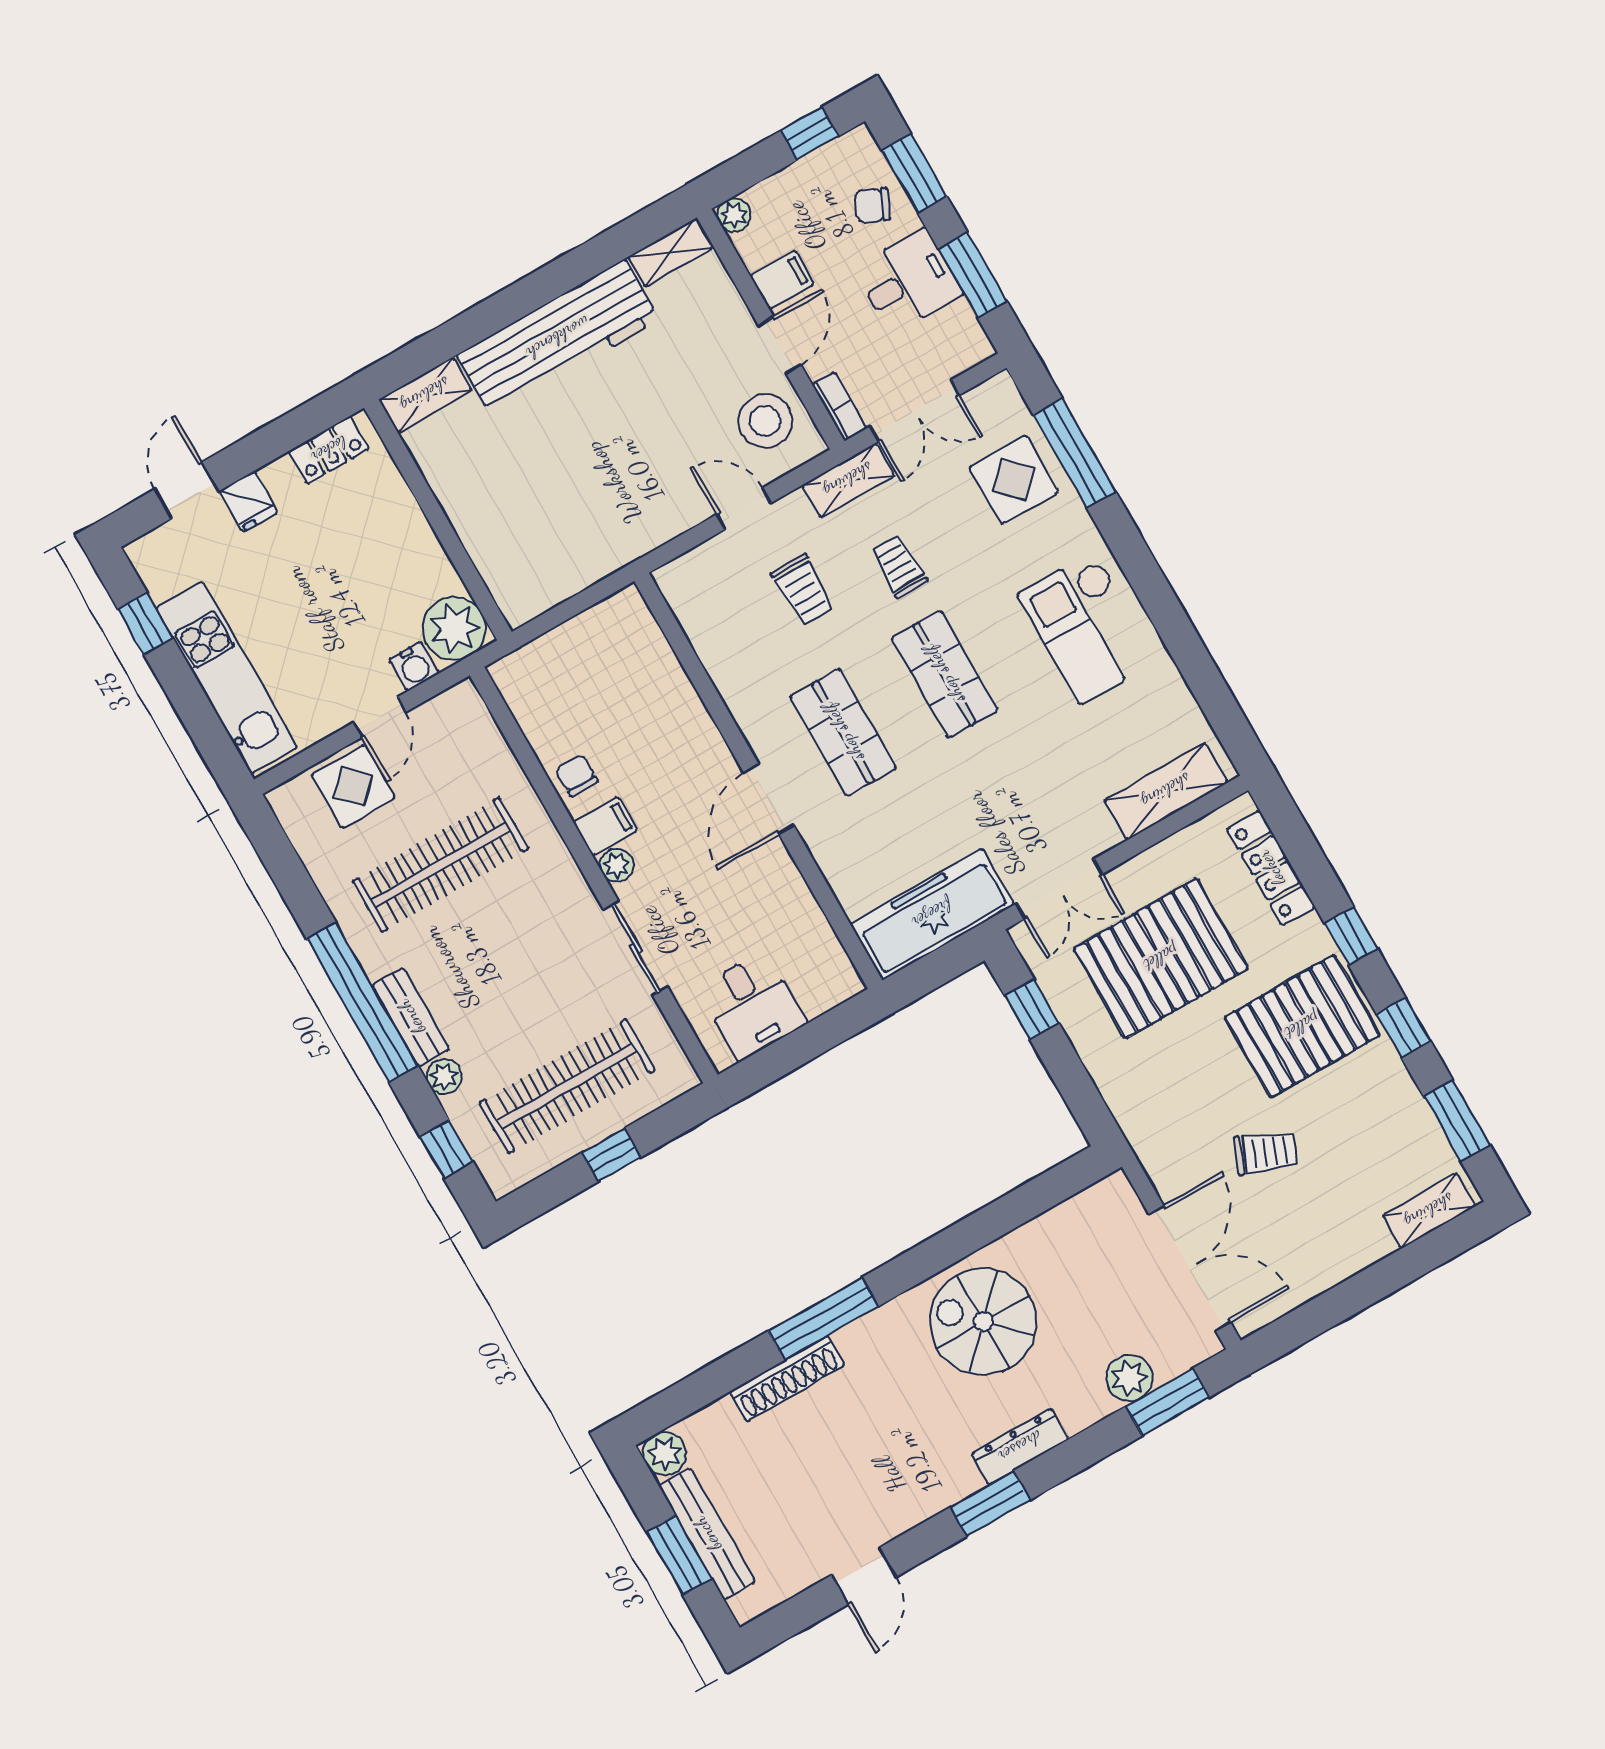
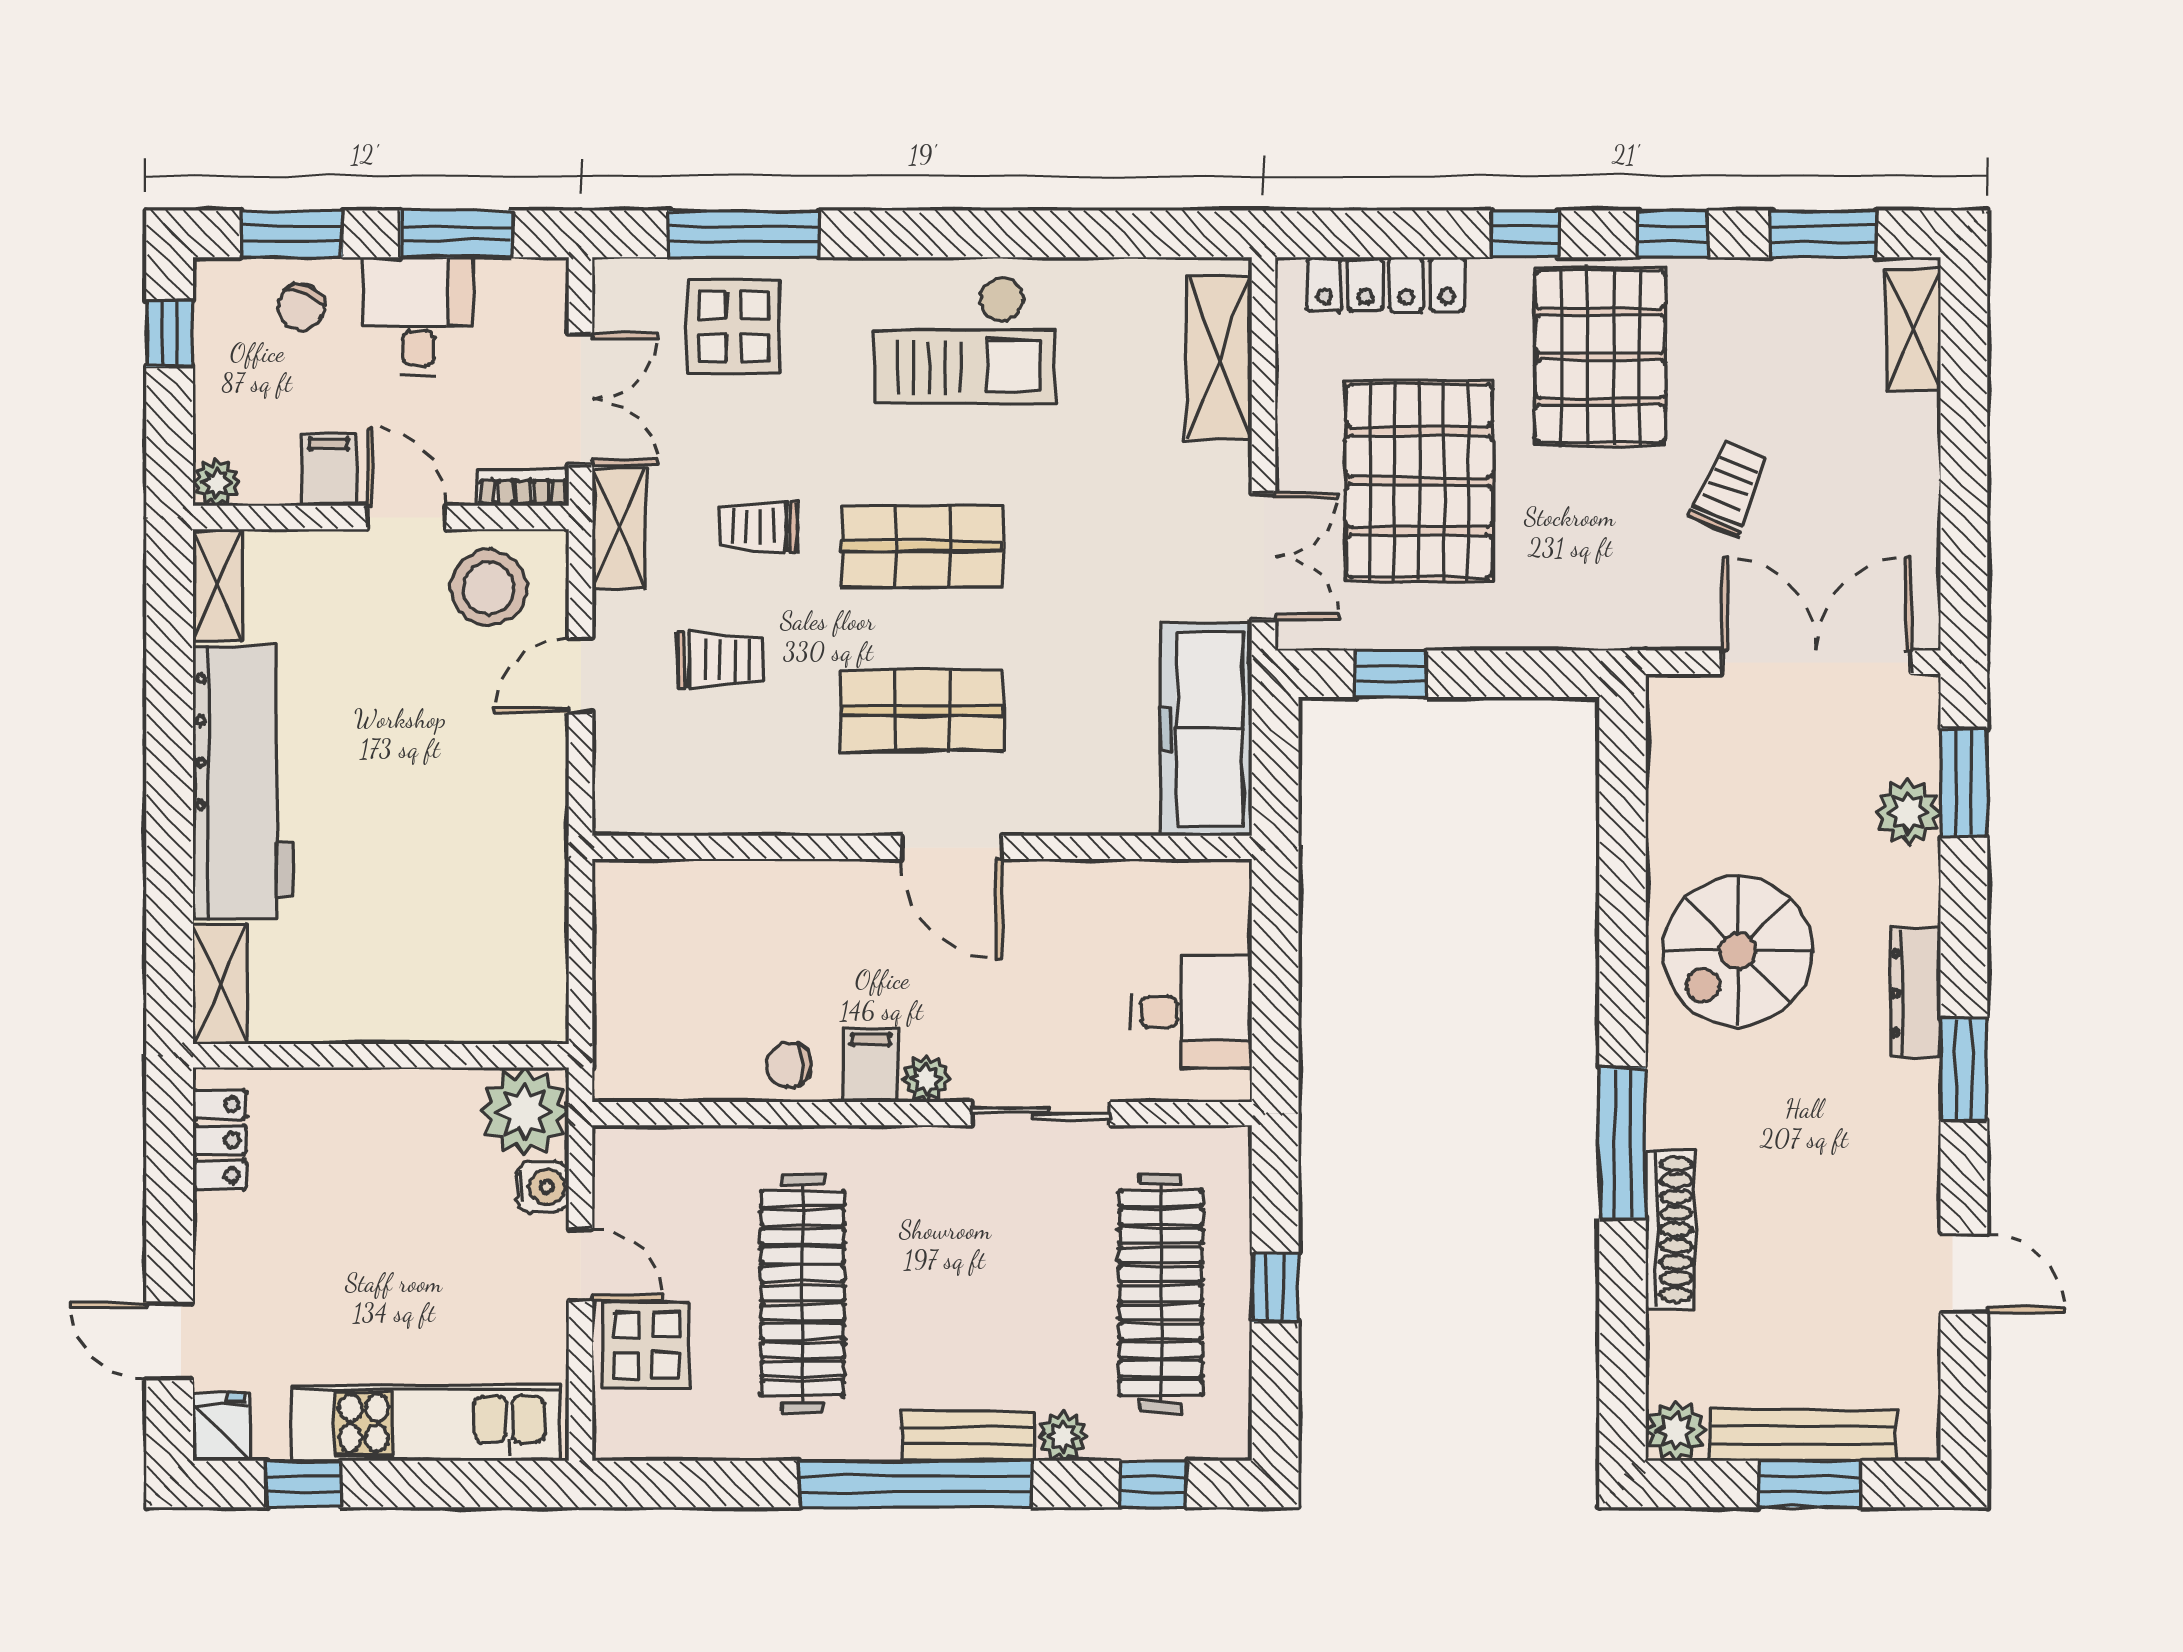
fridge: (249, 502) -> (221, 1427), moved, turned -90

